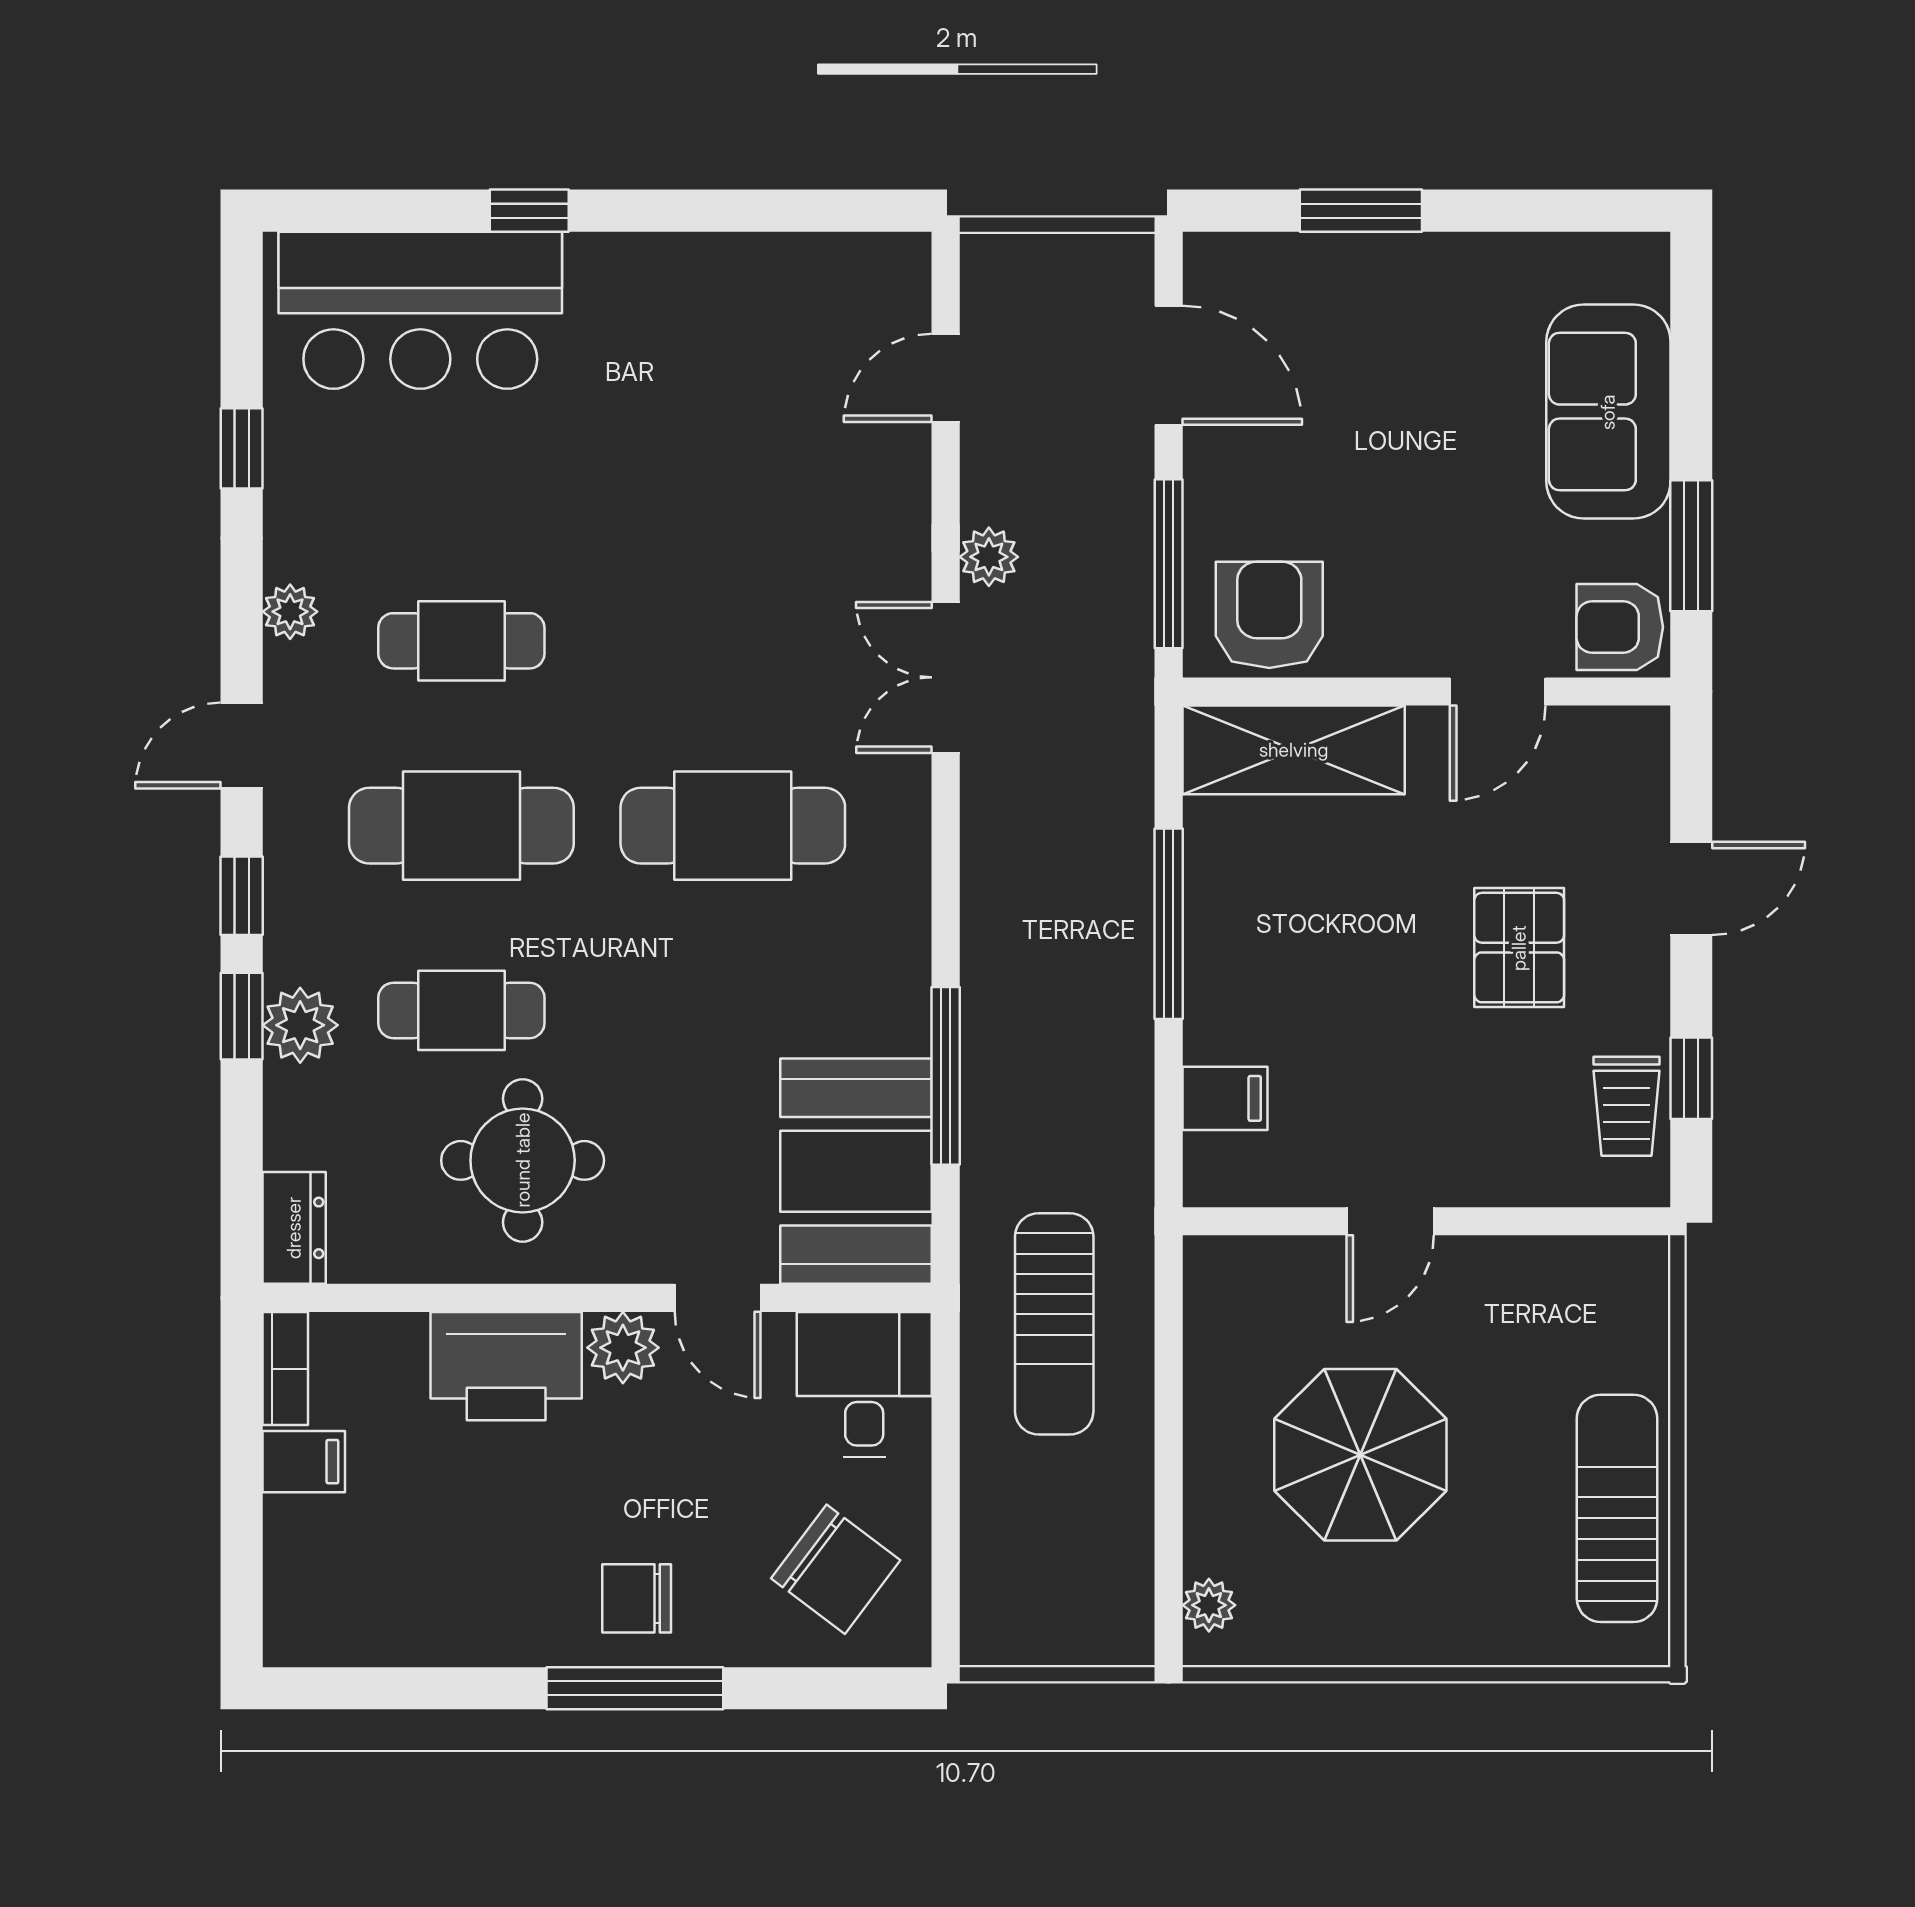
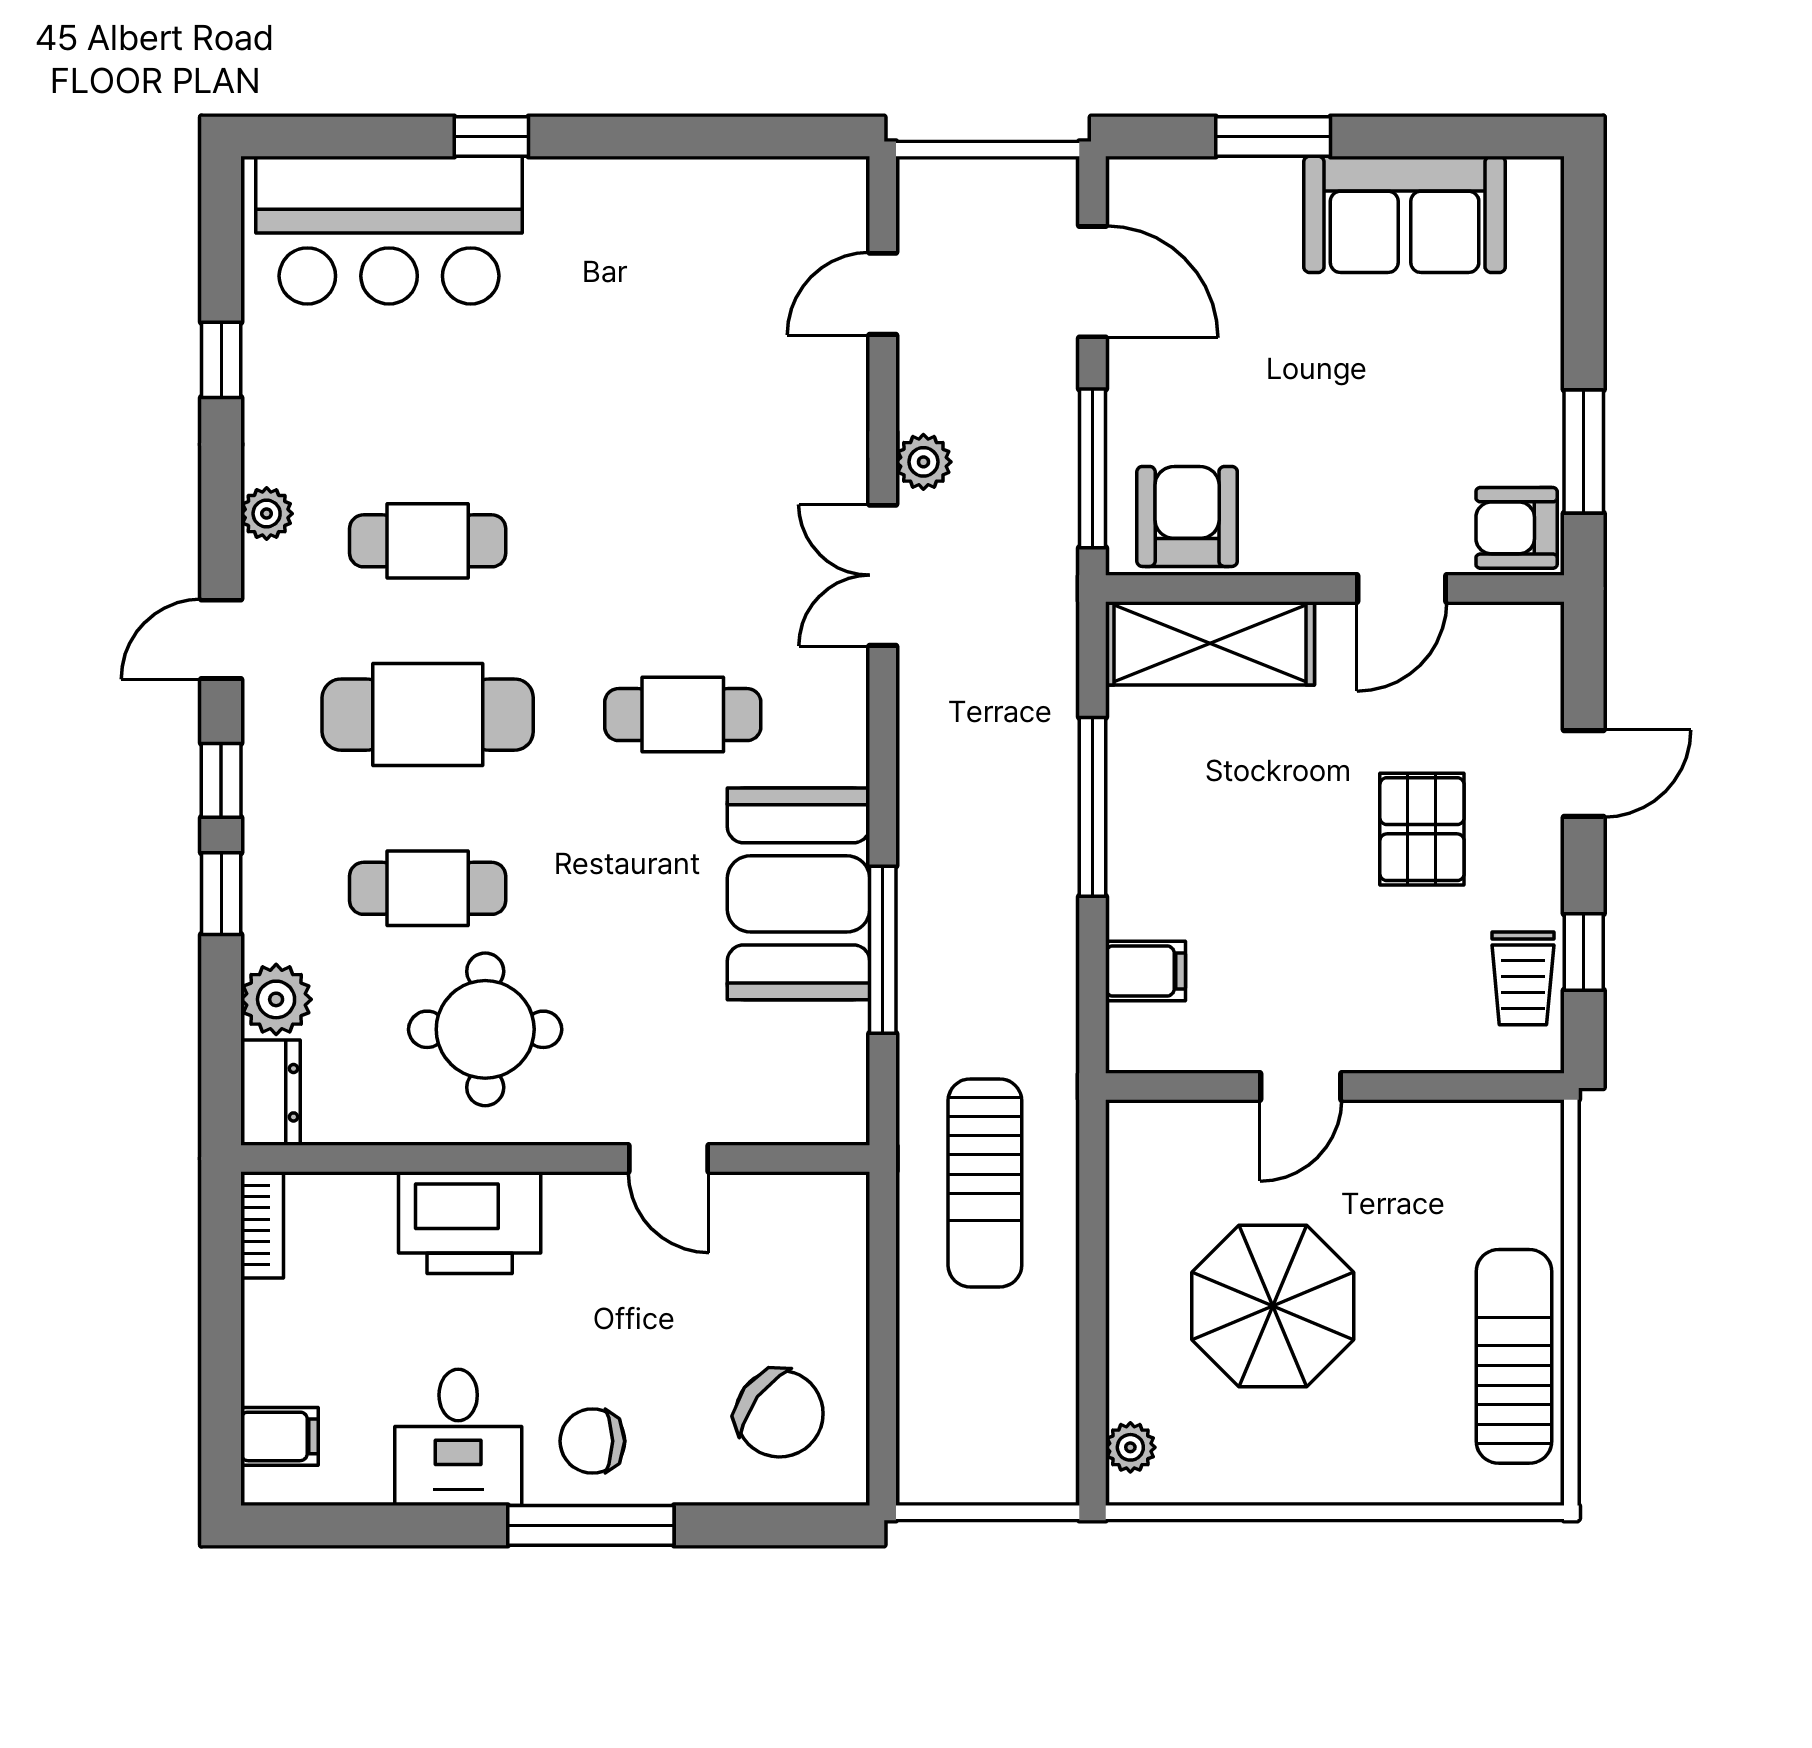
sofa: (1608, 412) -> (1405, 214), moved, turned -90
cafe table: (733, 826) -> (683, 715), width x0.73, depth x0.74
plant: (300, 1025) -> (276, 999), moved
booth: (856, 1171) -> (799, 894), moved
plant: (623, 1348) -> (580, 1205), removed
desk: (864, 1385) -> (458, 1437), moved, turned 180
filing cabinet: (304, 1462) -> (279, 1436), moved

